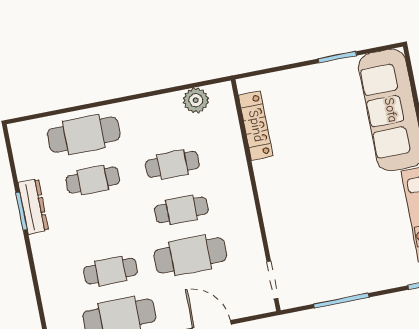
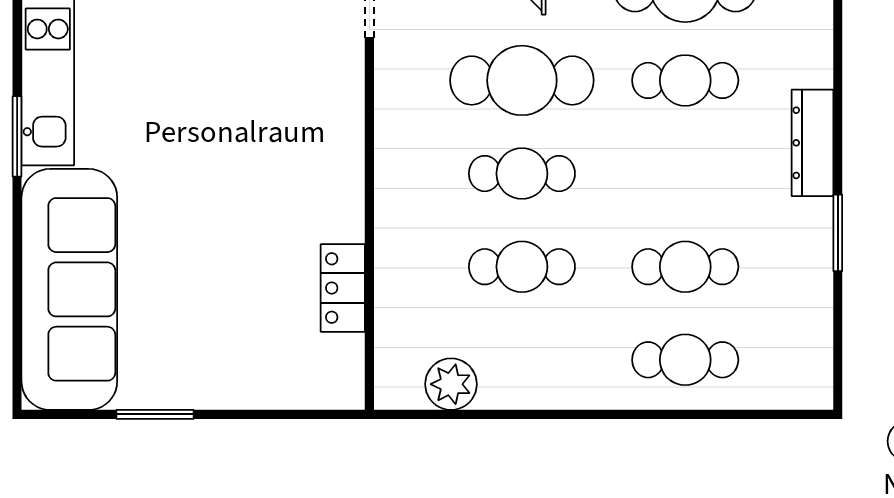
locker: (256, 126) -> (343, 288), width x0.66
cafe table: (84, 135) -> (685, 360), width x0.73, depth x0.74
dresser: (33, 207) -> (812, 143), moved

